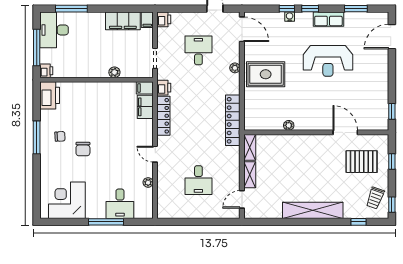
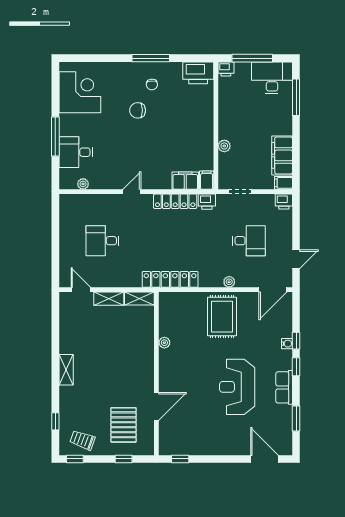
plant: (148, 182) -> (83, 184), moved
shelving: (313, 210) -> (66, 370), width x0.45, depth x0.75

